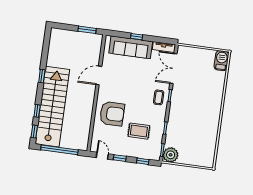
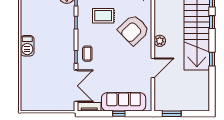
barbecue: (221, 61) -> (27, 46), moved
plant: (89, 100) -> (160, 41), added
armchair: (112, 114) -> (134, 30), turned -44

